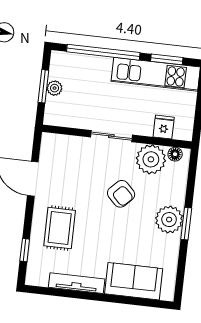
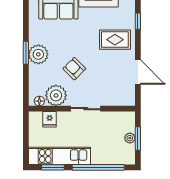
rug: (60, 228) -> (115, 40), turned 90

